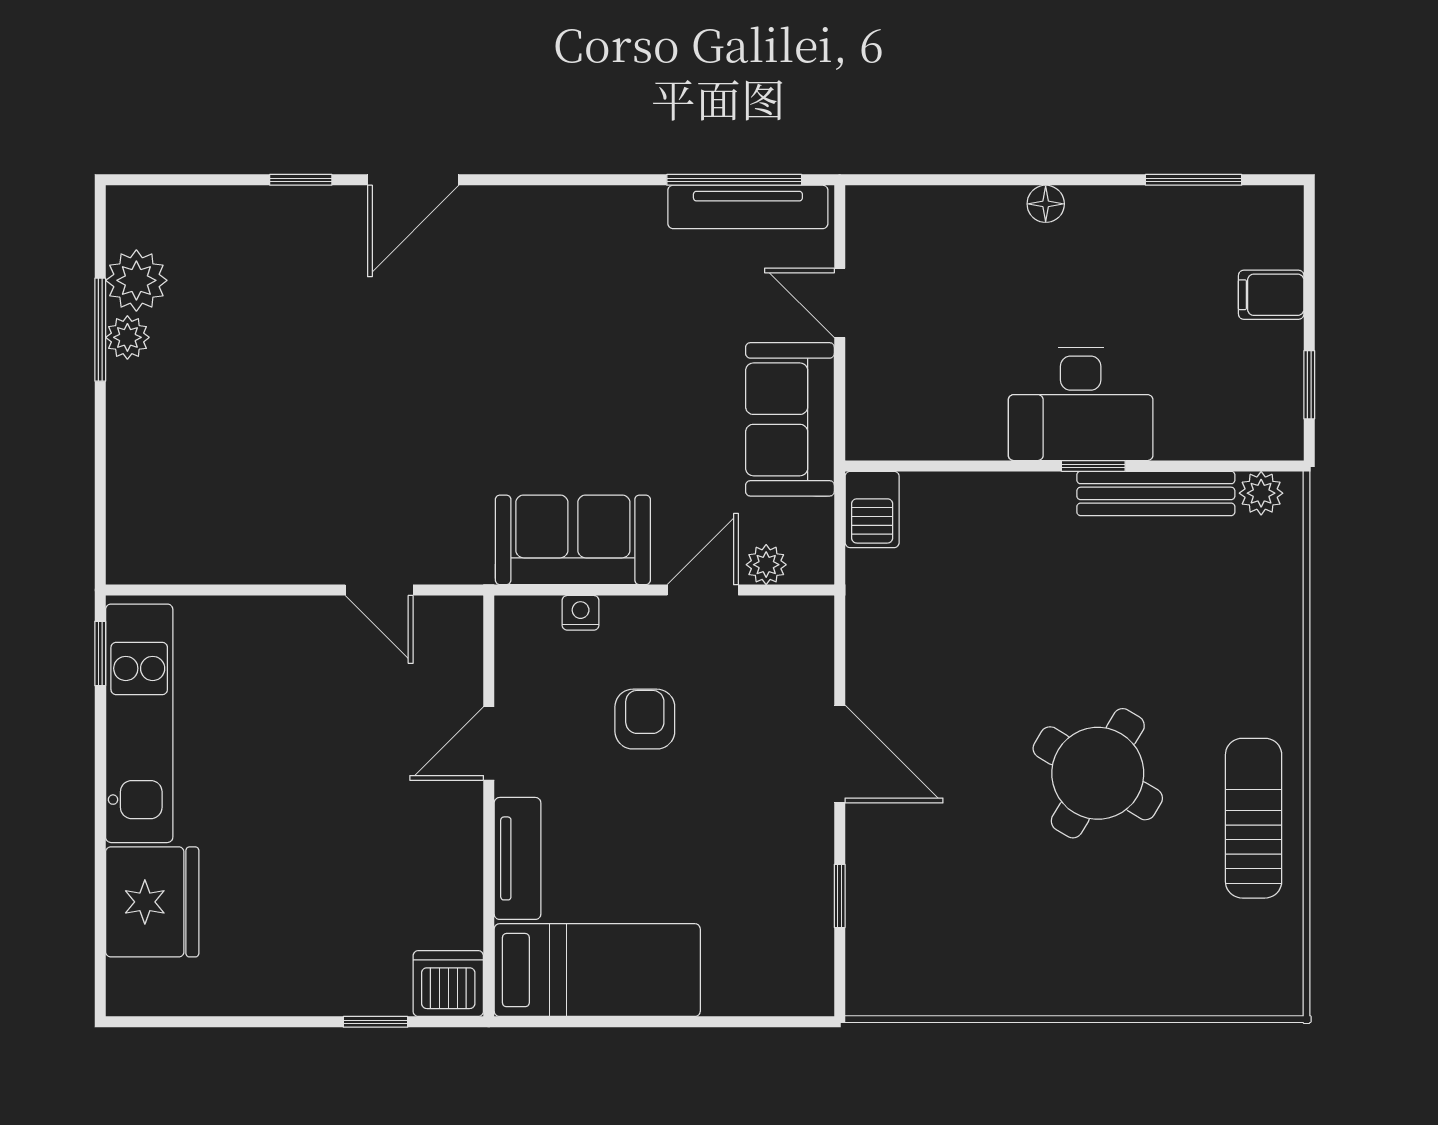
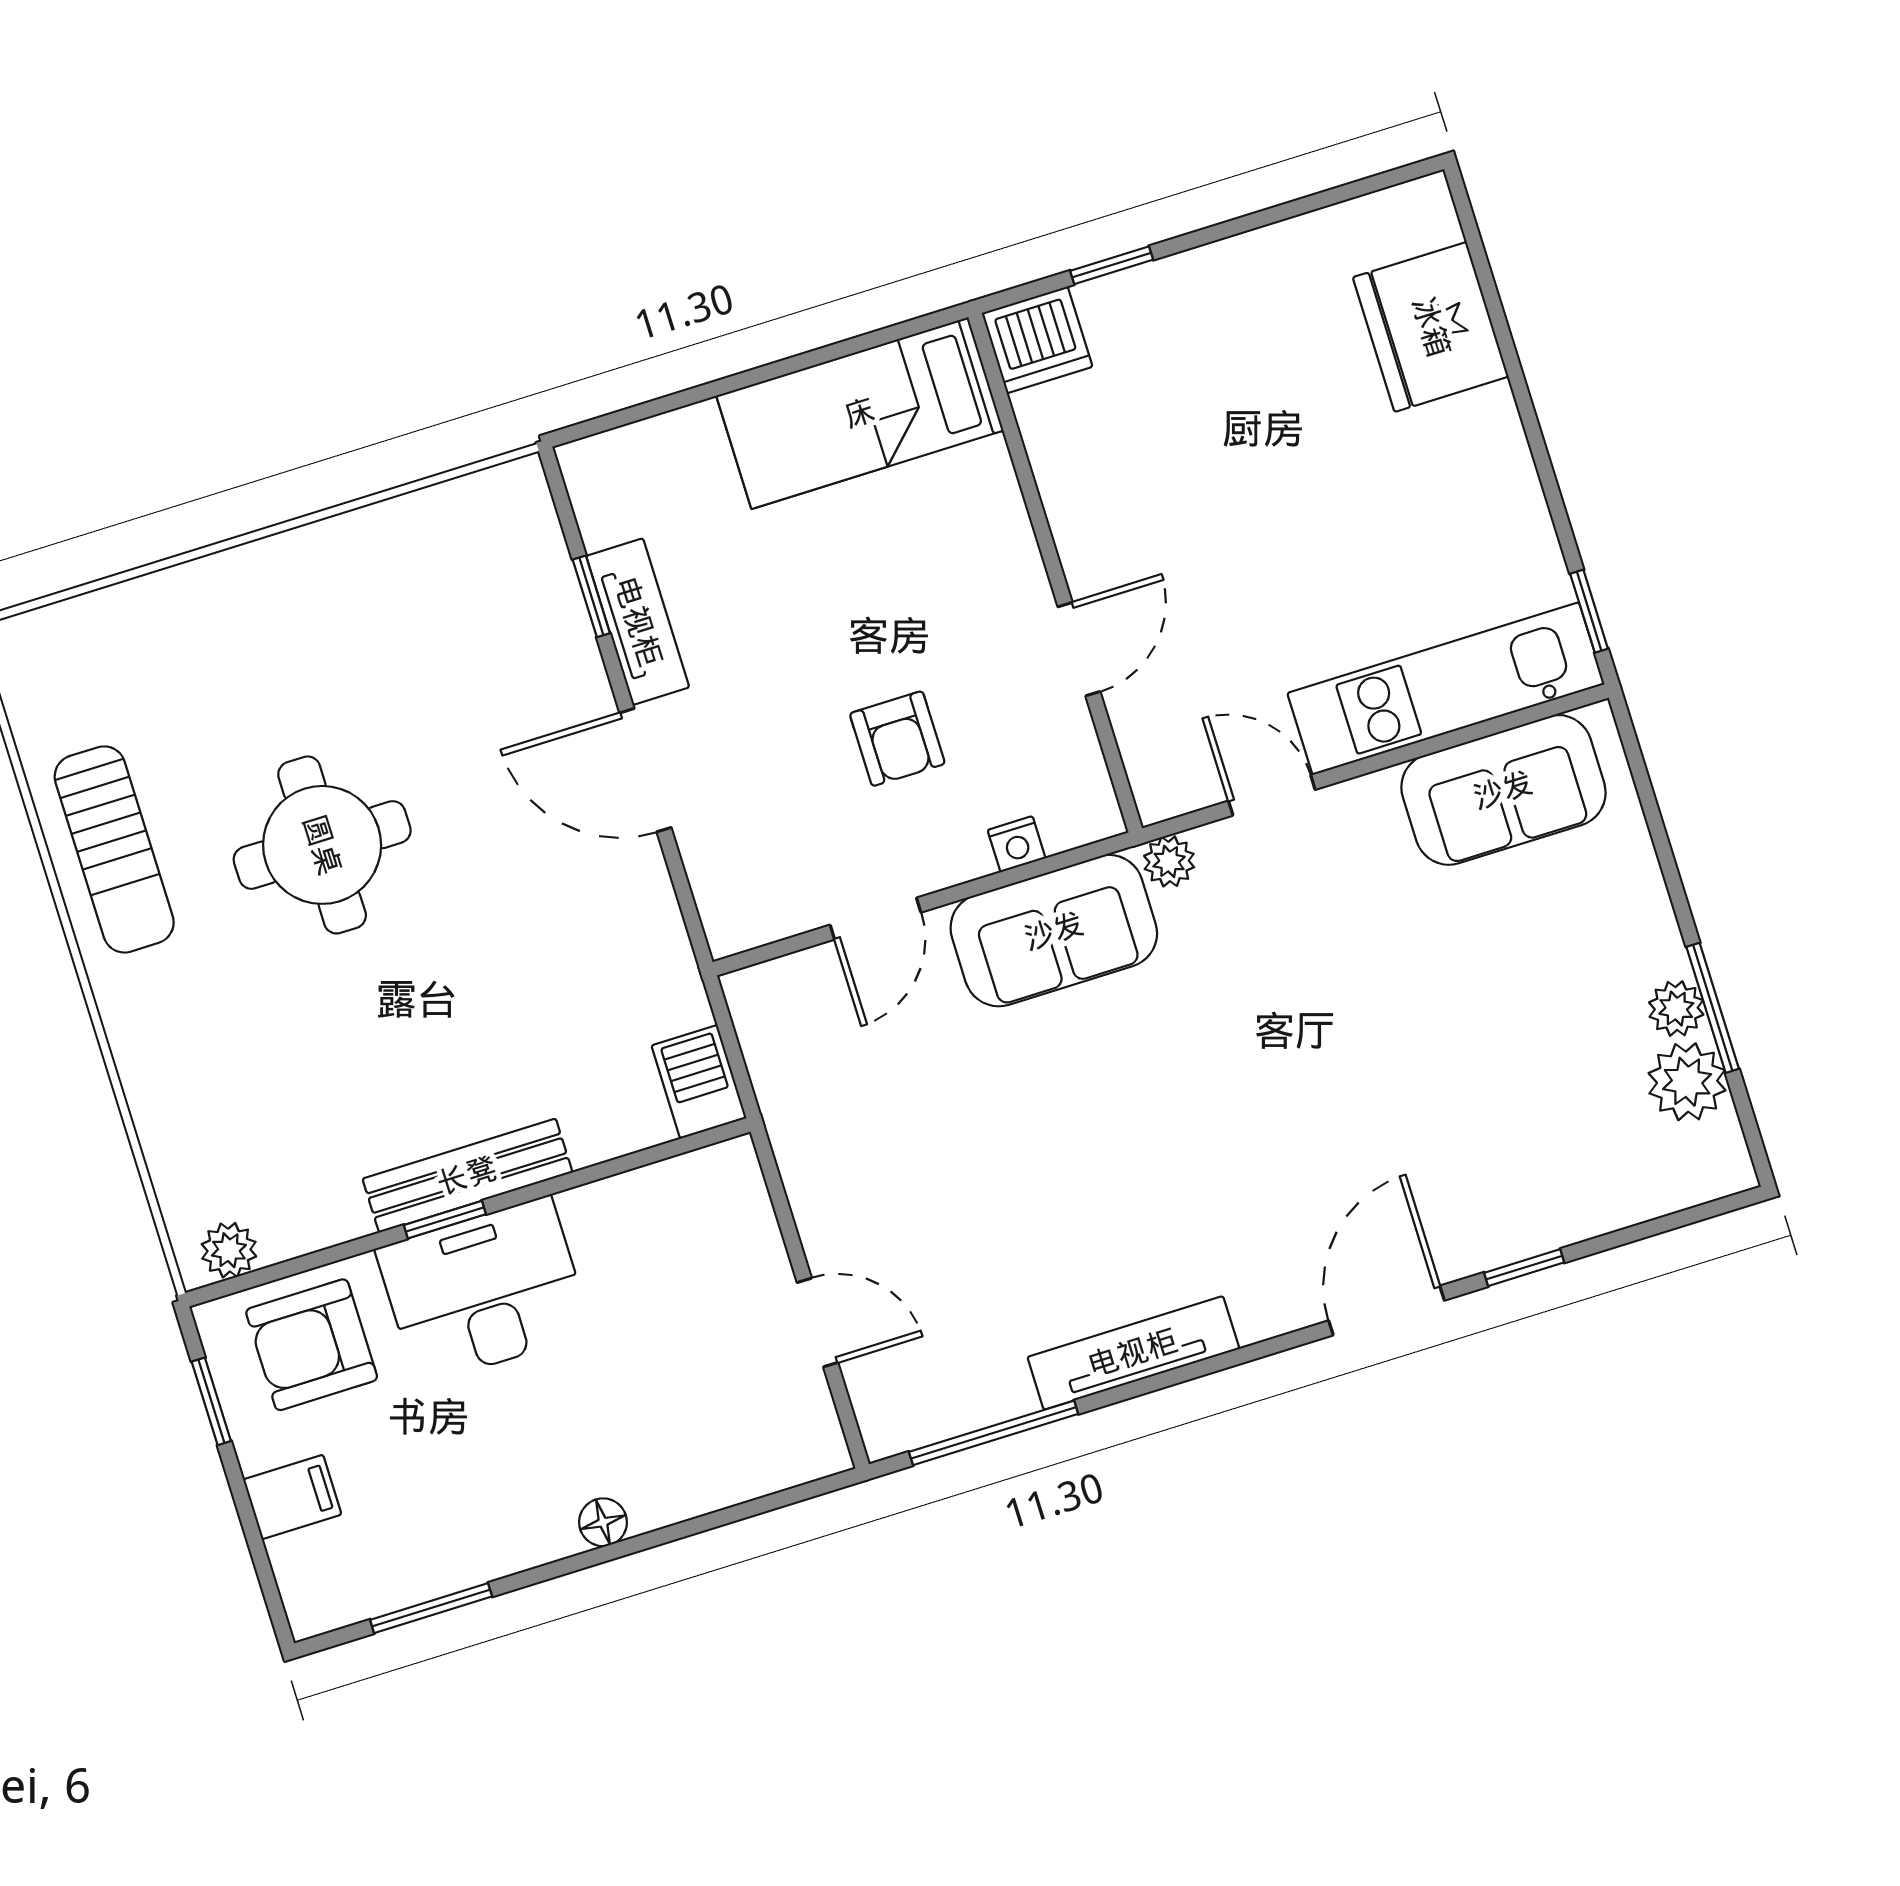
tv unit: (748, 207) -> (1133, 1353), moved
armchair: (1221, 404) -> (312, 1345), added
sofa: (790, 419) -> (1503, 790), moved, turned 90
bench: (1156, 493) -> (467, 1176), moved
plant: (766, 565) -> (1169, 861), moved
kitchen unit: (139, 723) -> (1446, 689), moved, turned 90
round table: (1098, 773) -> (322, 845), turned -31
tv unit: (518, 858) -> (638, 622), moved, turned 180

